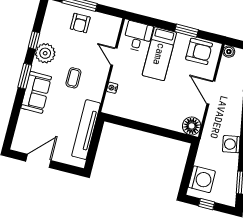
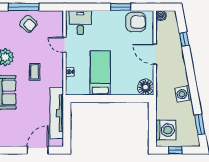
armchair: (80, 23) -> (28, 24), turned -48
bed: (159, 54) -> (100, 73), moved, turned 180
door: (38, 161) -> (38, 150), moved

